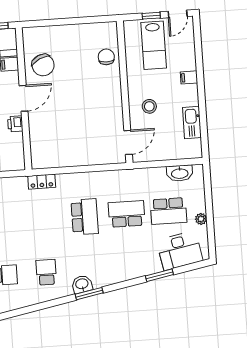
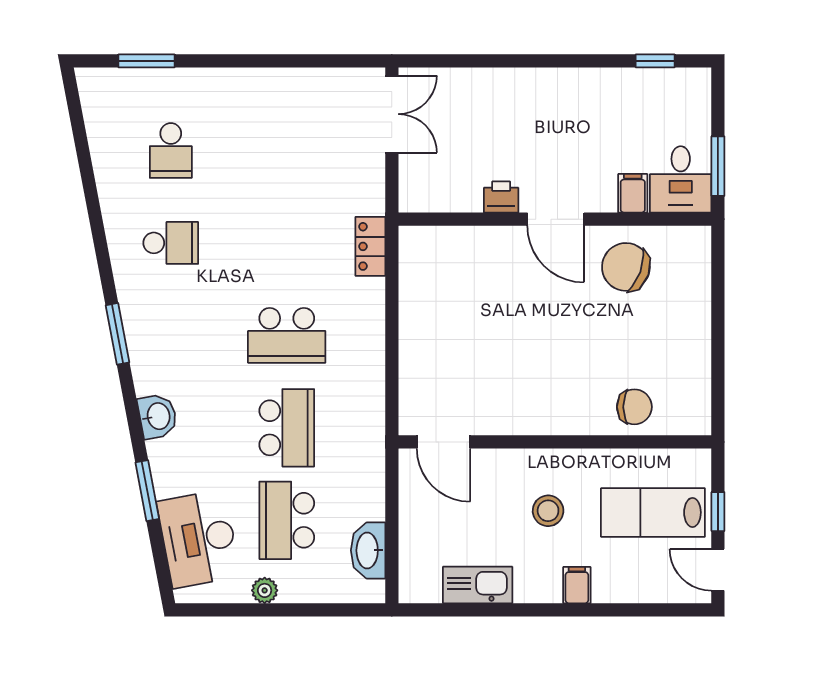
chair: (43, 65) -> (626, 267), turned 45
stool: (149, 106) -> (548, 511), moved
washbasin: (82, 284) -> (158, 416), moved

